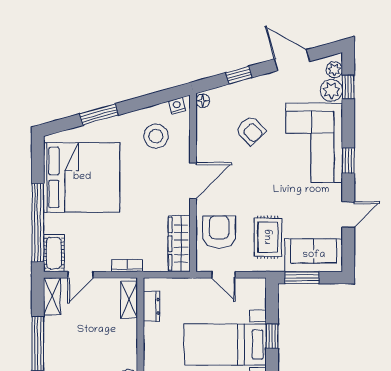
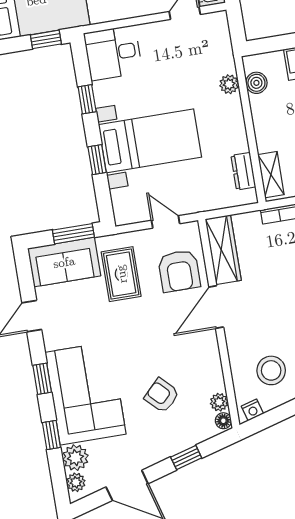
window: (348, 87) -> (51, 435), moved
plant: (204, 117) -> (219, 402), added
door: (193, 181) -> (216, 307), moved

